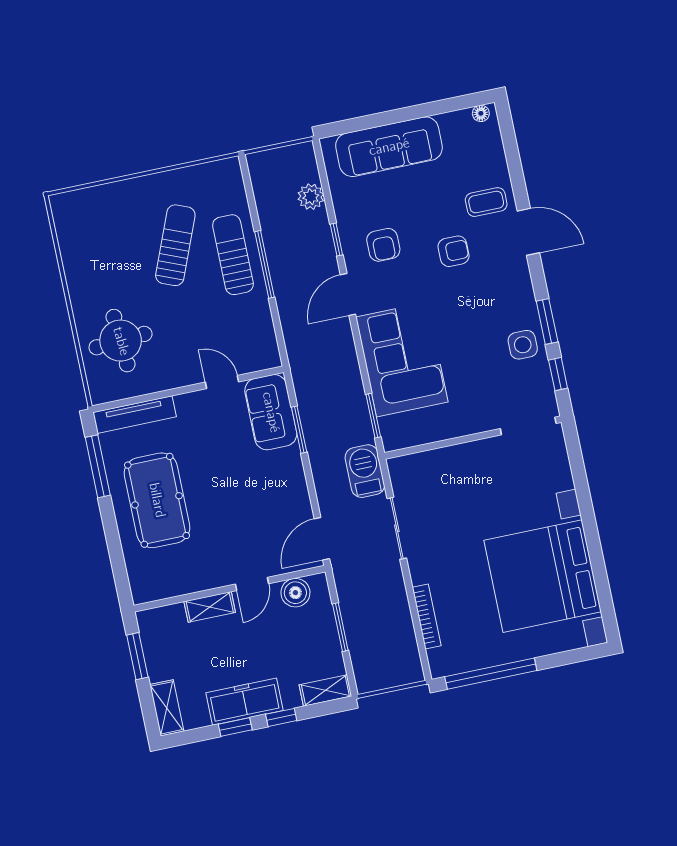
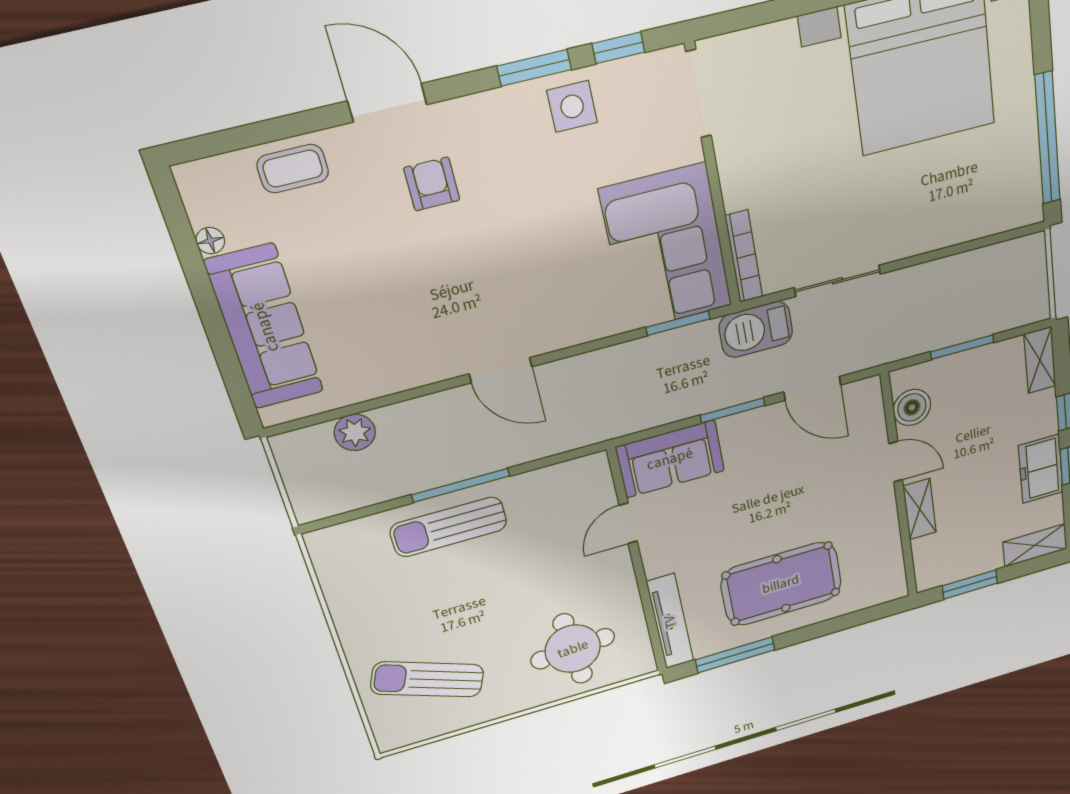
floor lamp: (481, 113) -> (210, 241), moved
coffee table: (486, 202) -> (293, 169), moved, turned 90
door: (528, 232) -> (387, 103), hinge flipped
window: (336, 239) -> (418, 392), removed
sun lounger: (175, 245) -> (427, 679), moved
armchair: (383, 245) -> (422, 326), removed
armchair: (454, 251) -> (432, 184), moved
corner sofa: (402, 359) -> (666, 248), moved, turned -90
window: (299, 430) -> (733, 410), moved
door: (322, 539) -> (812, 388), moved
bookcase: (427, 616) -> (744, 257), moved, turned 90
freezer: (244, 702) -> (1041, 469), width x0.71

